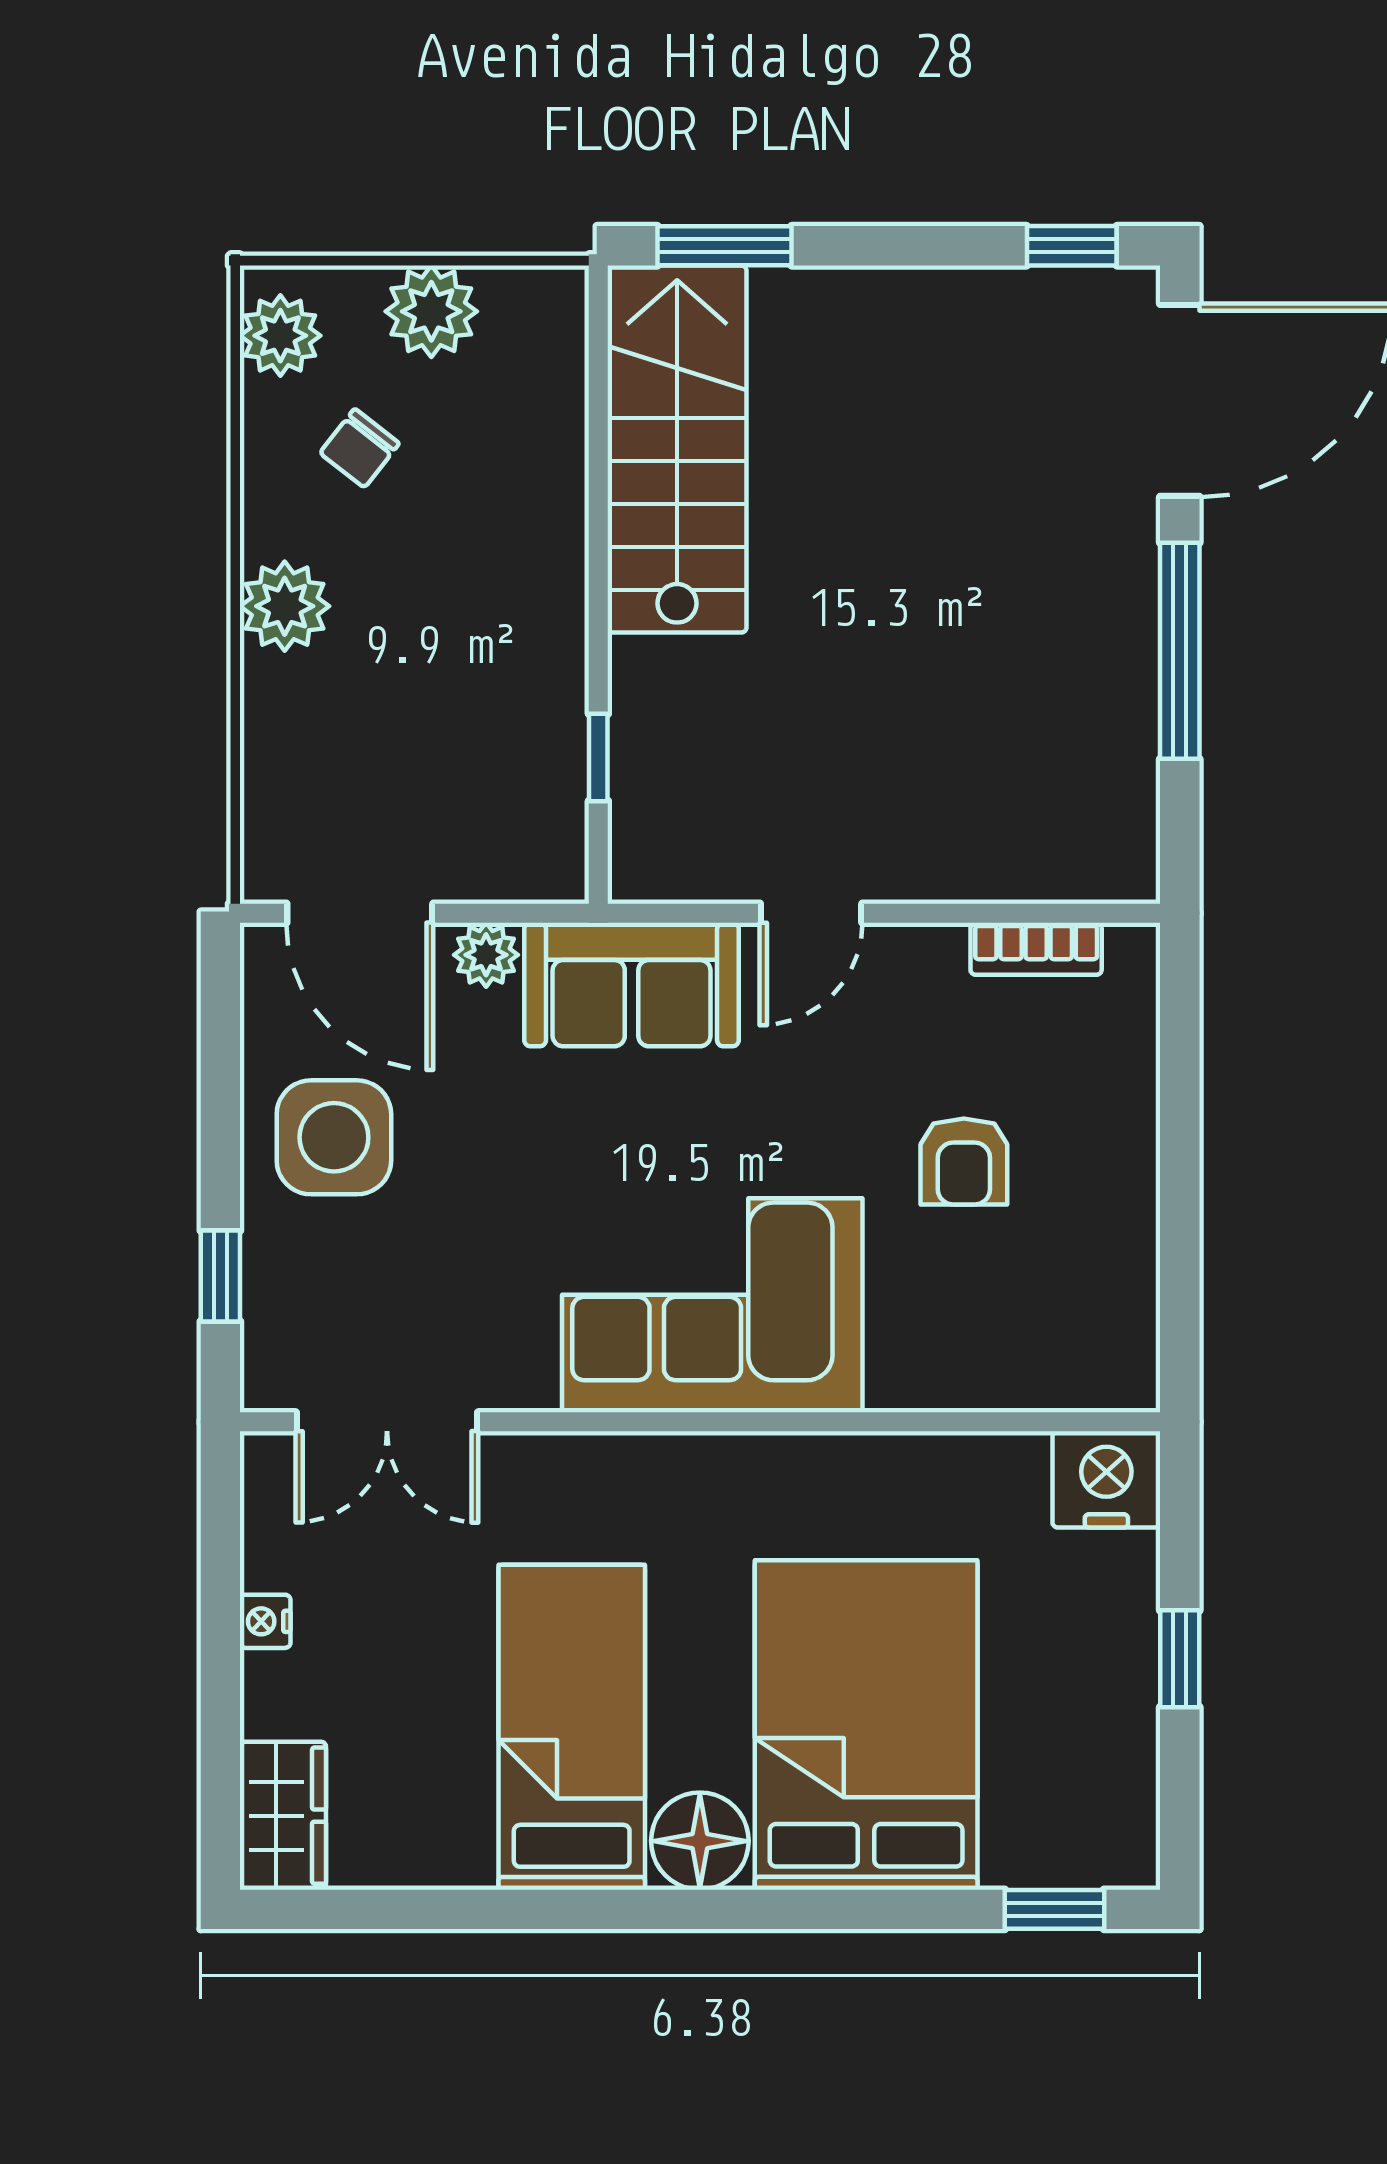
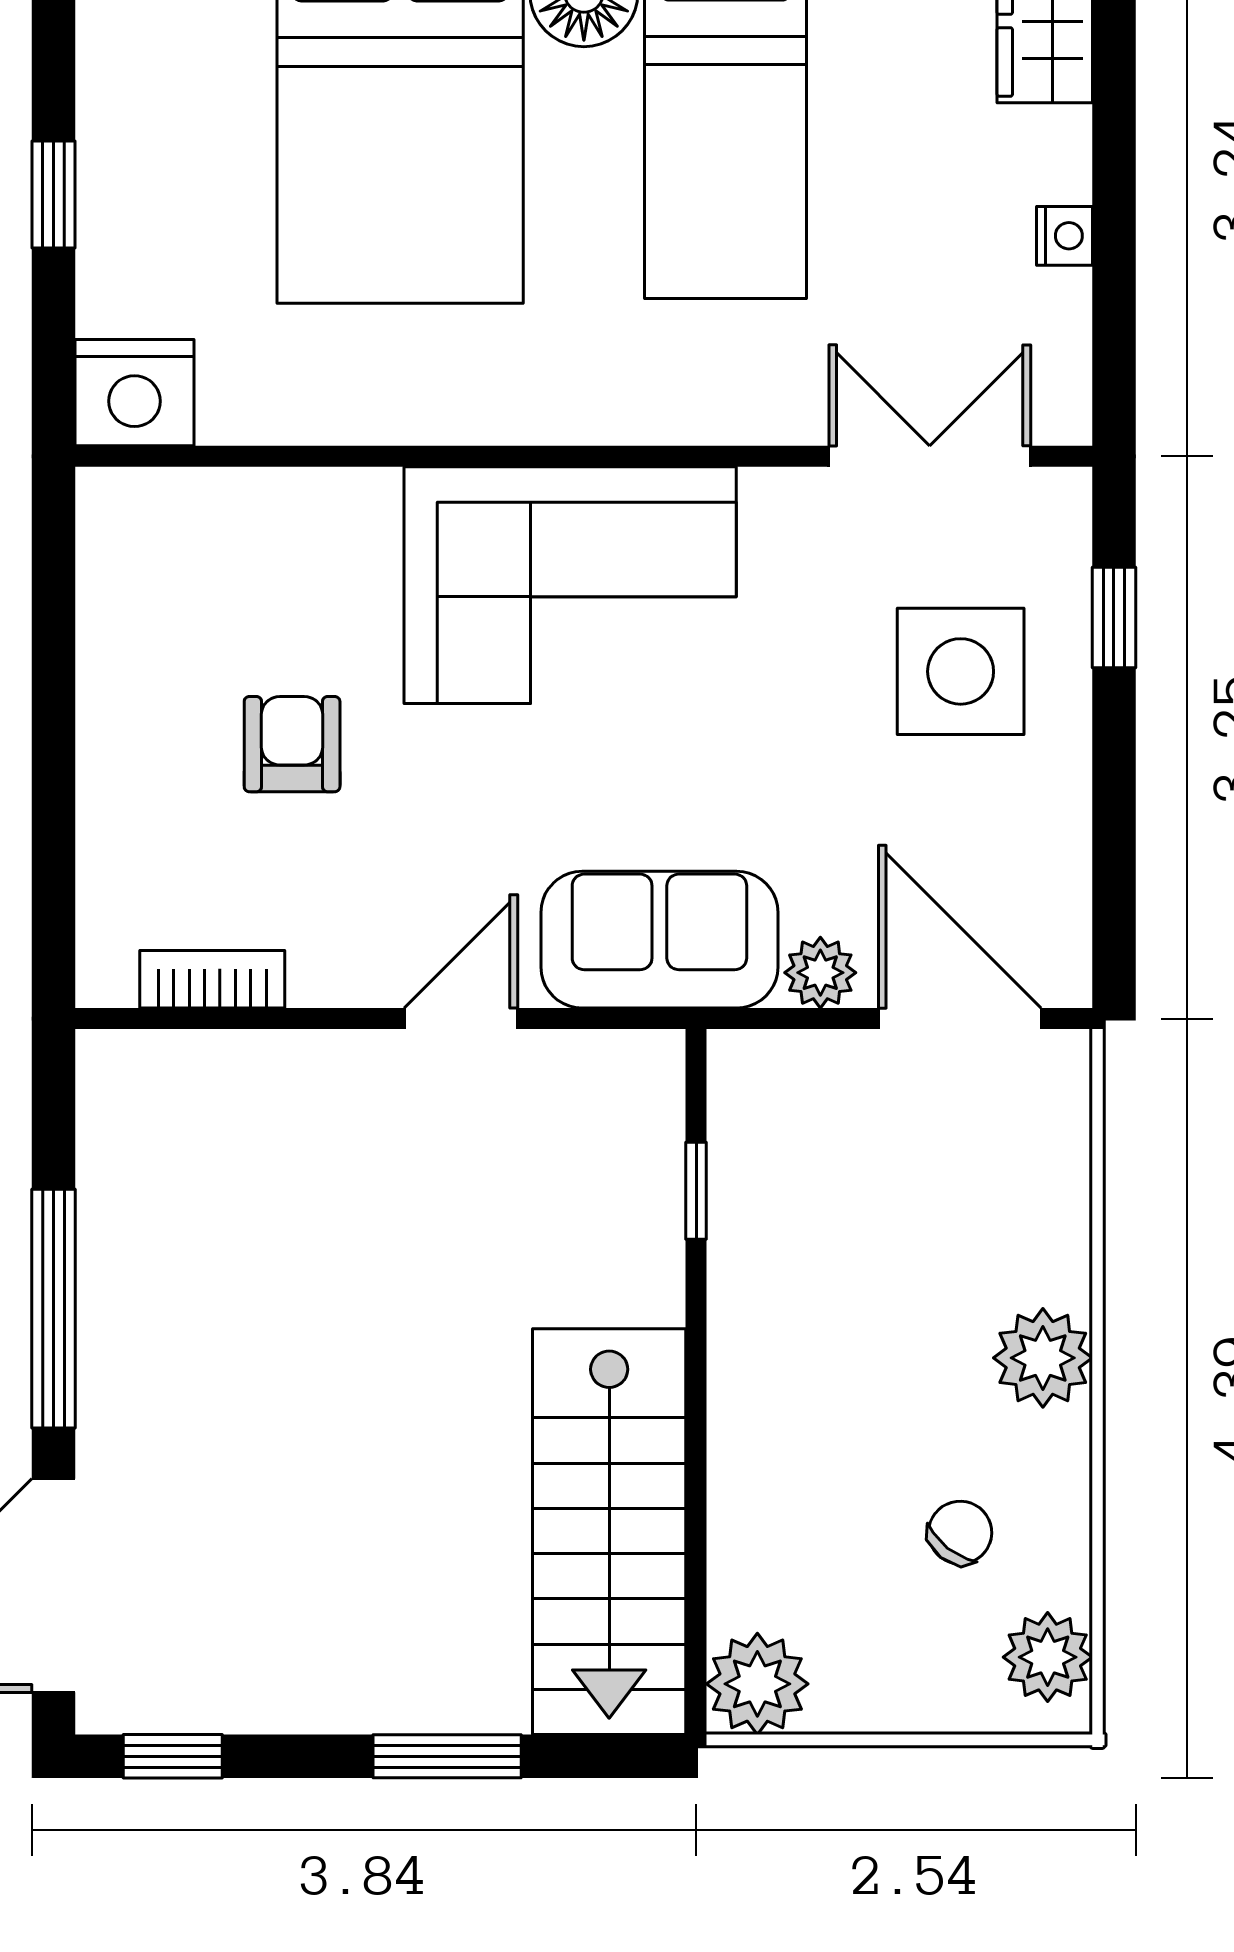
window: (725, 246) -> (447, 1756), moved
plant: (431, 311) -> (757, 1684), moved
side table: (334, 1137) -> (961, 671), moved

